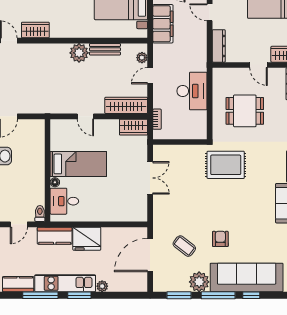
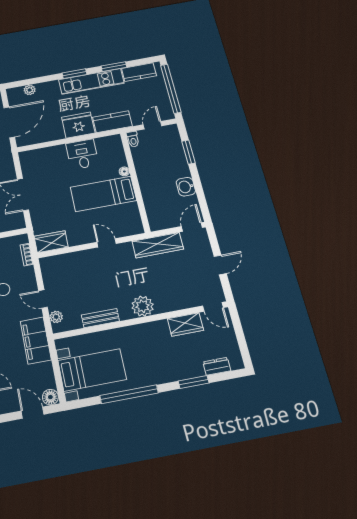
filing cabinet: (163, 24) -> (36, 340), moved
plant: (79, 53) -> (143, 306), moved
door: (150, 76) -> (43, 299), swing flipped
wardrobe: (126, 105) -> (158, 245), moved
desk: (64, 201) -> (82, 154), moved, turned -90
plant: (102, 286) -> (30, 90), moved
window: (40, 295) -> (114, 67), width x0.69

